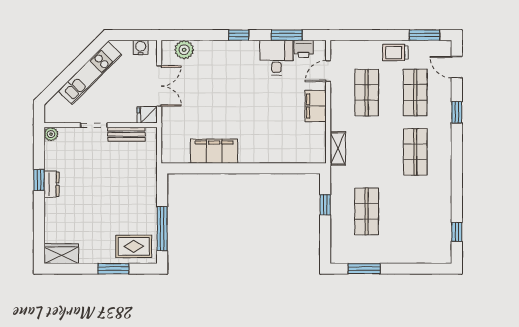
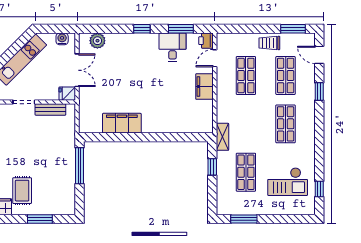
printer: (304, 49) -> (206, 41), moved, turned 90
shelving: (338, 148) -> (222, 137), moved
checkout: (418, 223) -> (288, 182), added
window: (162, 229) -> (80, 166), moved
rug: (134, 246) -> (22, 191), moved, turned 90

